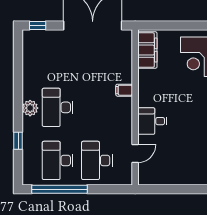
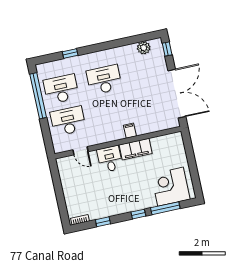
filing cabinet: (147, 50) -> (136, 149), moved
plant: (30, 108) -> (144, 48), moved

